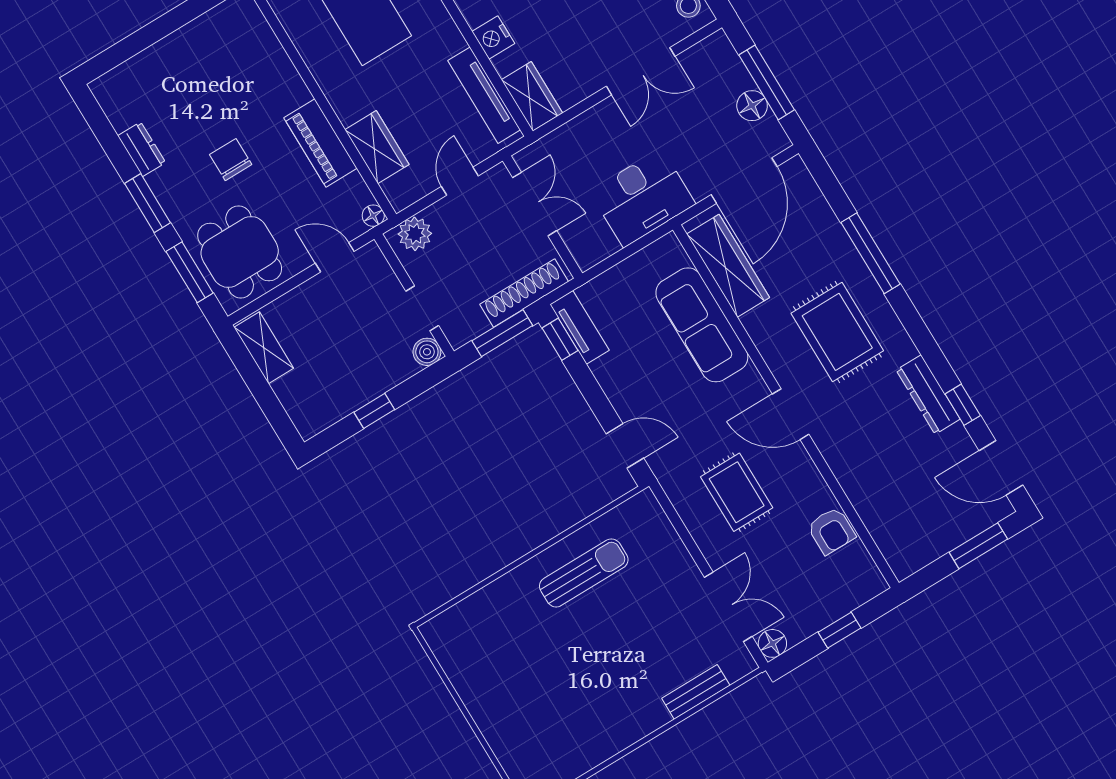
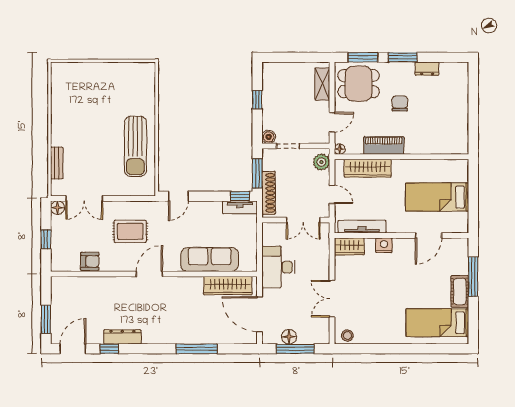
wardrobe: (377, 147) -> (368, 168), width x1.50
chair: (231, 160) -> (400, 103), turned -90
rug: (837, 332) -> (172, 315), removed
shelving: (264, 348) -> (322, 84), moved, turned 90
armchair: (831, 531) -> (90, 261), turned 180
sun lounger: (584, 573) -> (135, 146), width x1.36, depth x1.34

